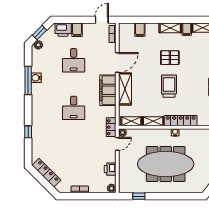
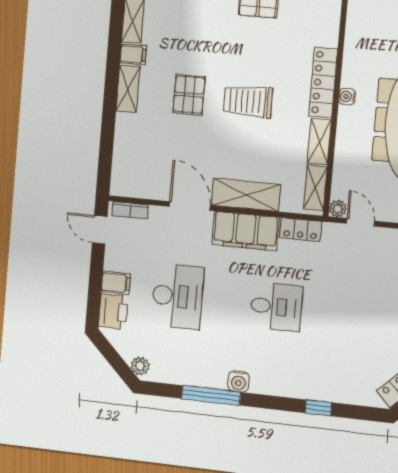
filing cabinet: (140, 30) -> (126, 153), removed
window: (40, 33) -> (115, 360), removed
desk: (74, 60) -> (178, 296), width x1.37
water cooler: (36, 78) -> (238, 381), moved
locker: (111, 127) -> (300, 230), moved

